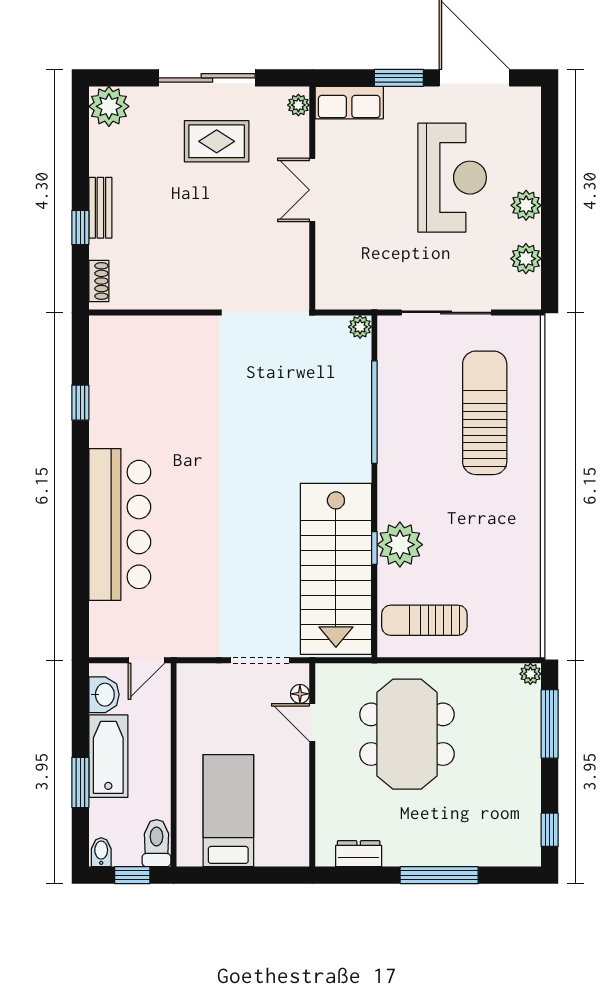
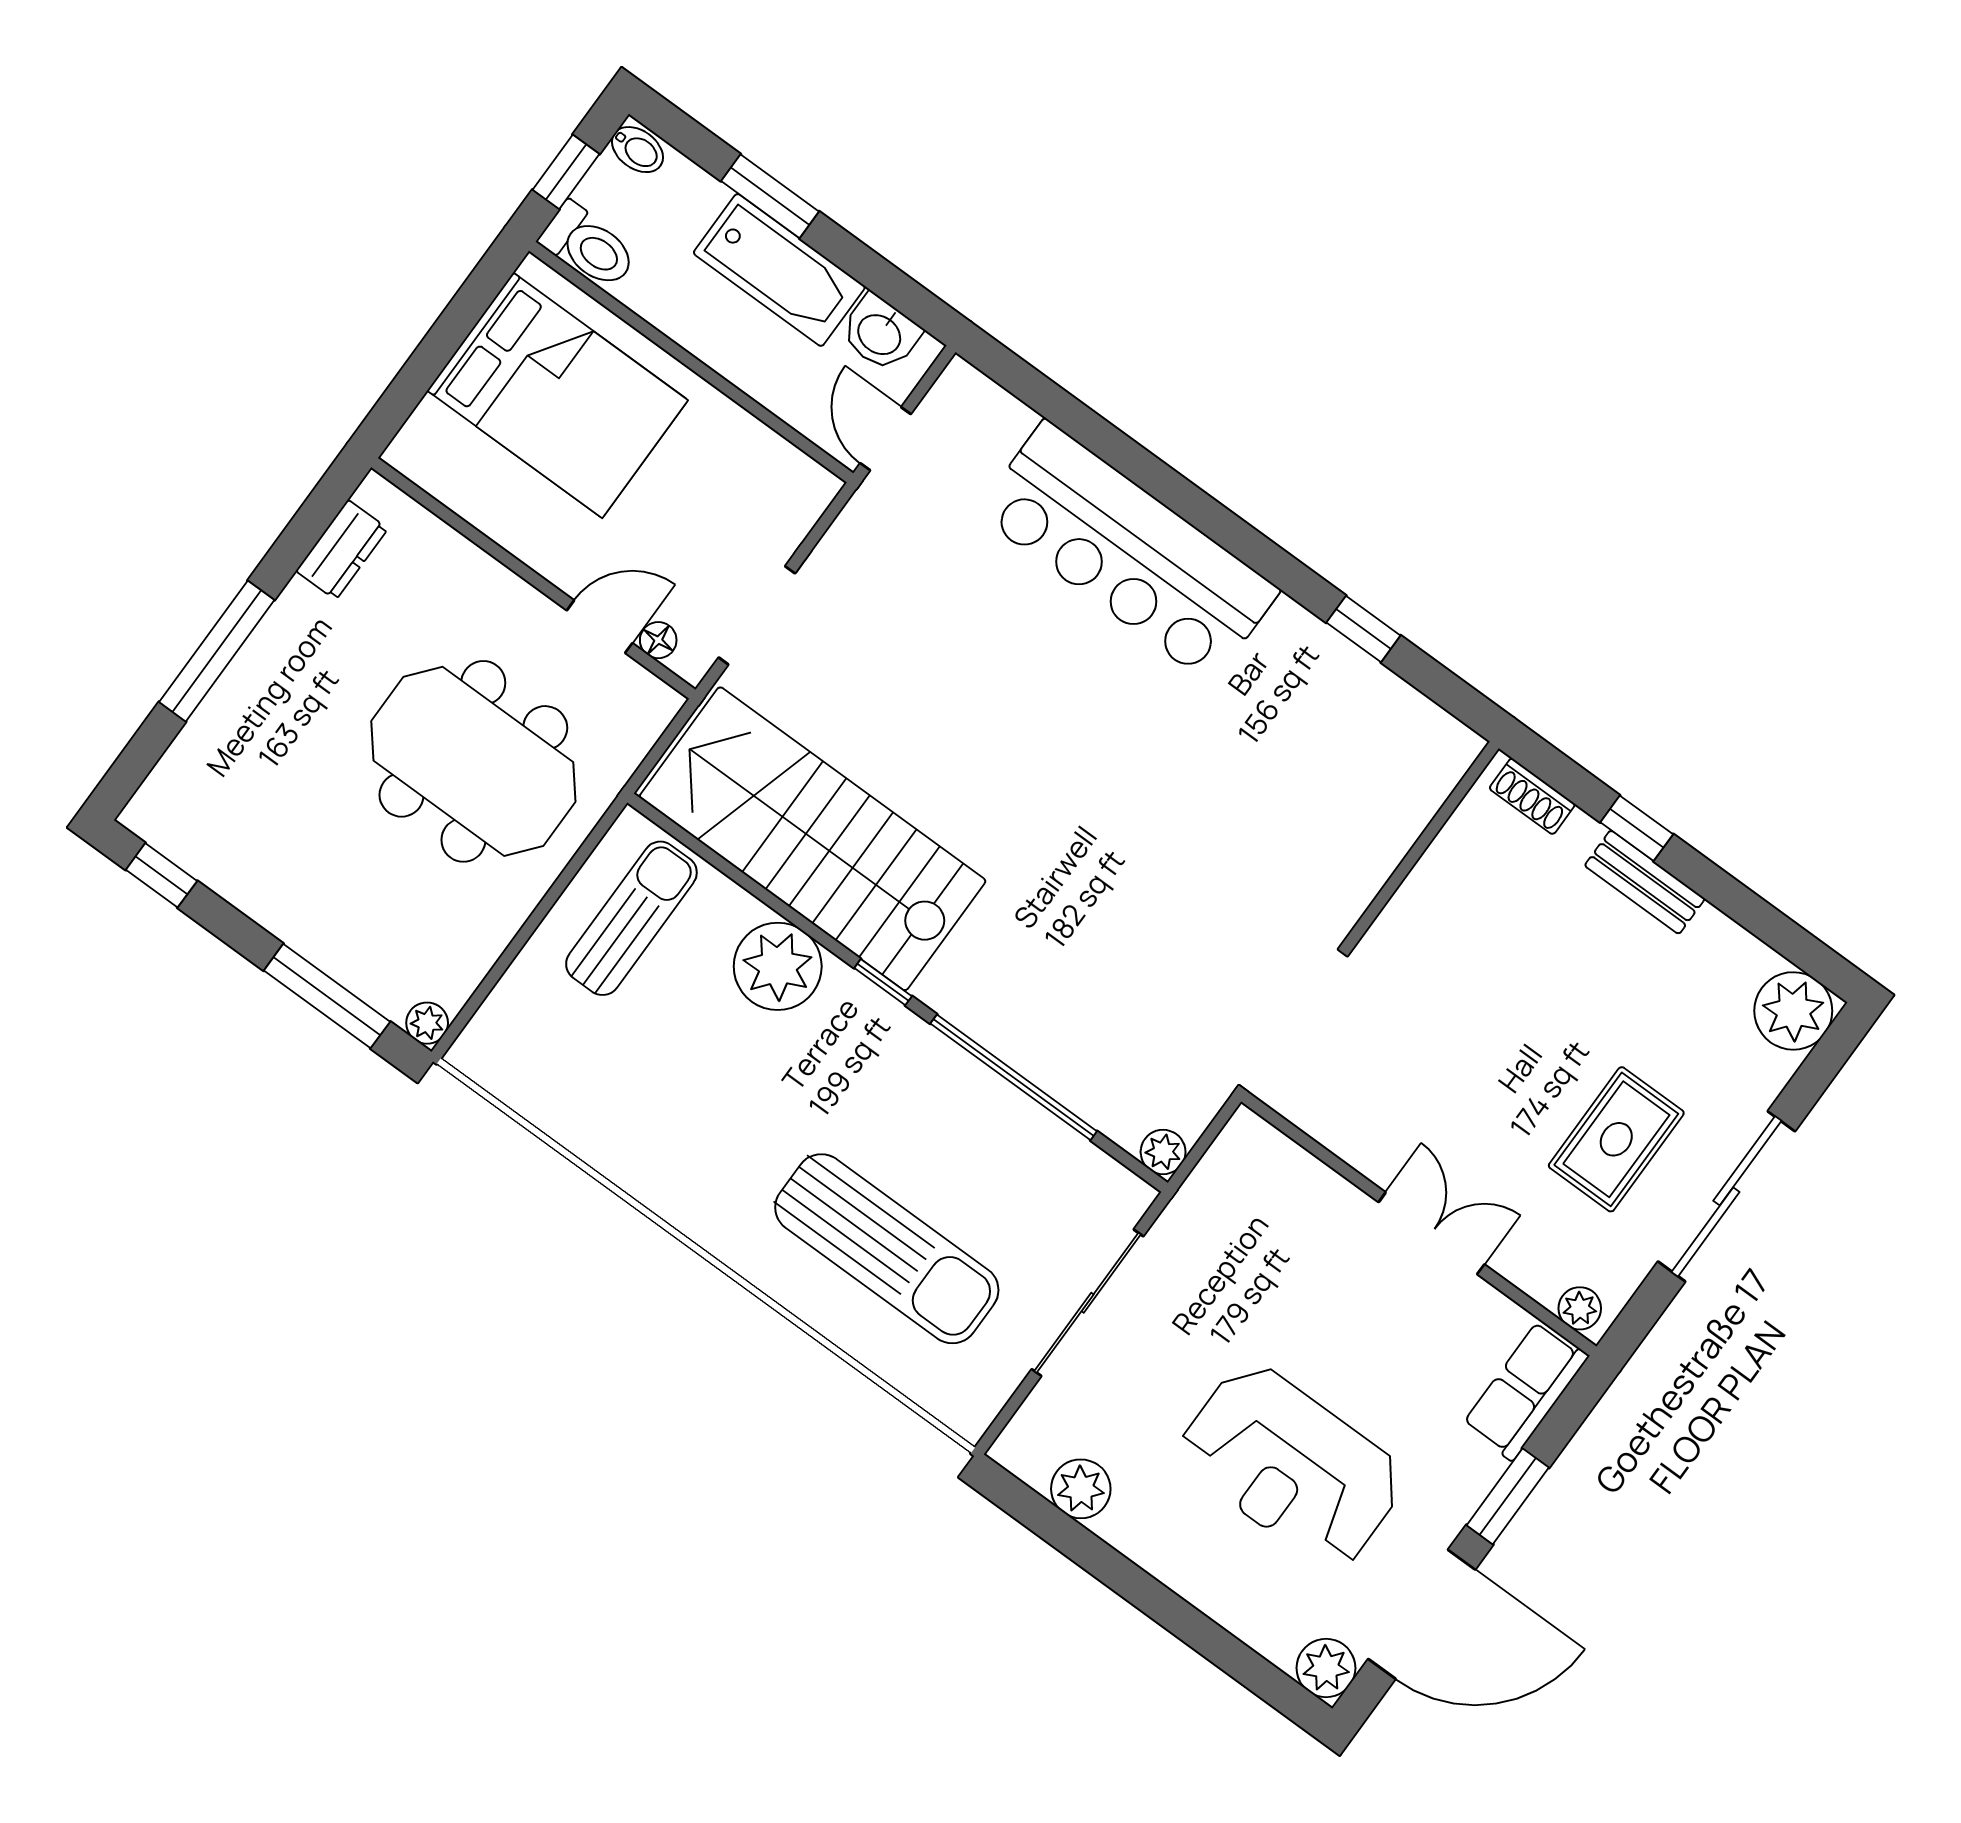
plant: (526, 205) -> (1326, 1668), moved
window: (374, 548) -> (883, 982), moved
bed: (228, 811) -> (558, 395), width x1.50

